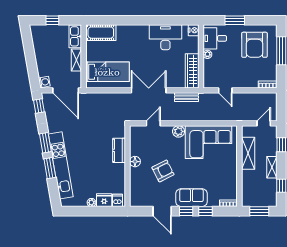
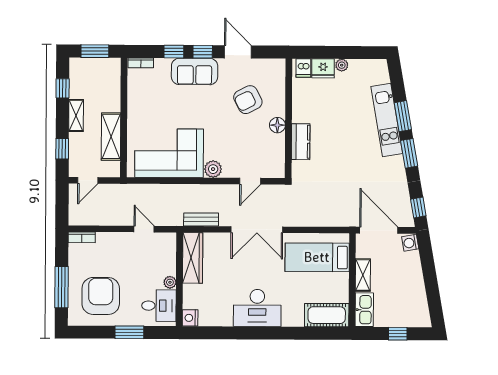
desk: (165, 37) -> (257, 308), moved
kitchen unit: (61, 165) -> (387, 120), width x0.73
armchair: (163, 171) -> (248, 100), moved

